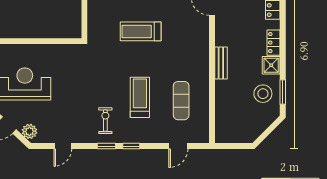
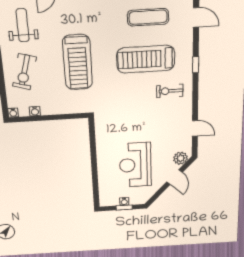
treadmill: (141, 31) -> (78, 62), width x1.37, depth x1.38
treadmill: (140, 97) -> (146, 59), width x1.37, depth x1.38
window: (106, 146) -> (195, 89), removed

